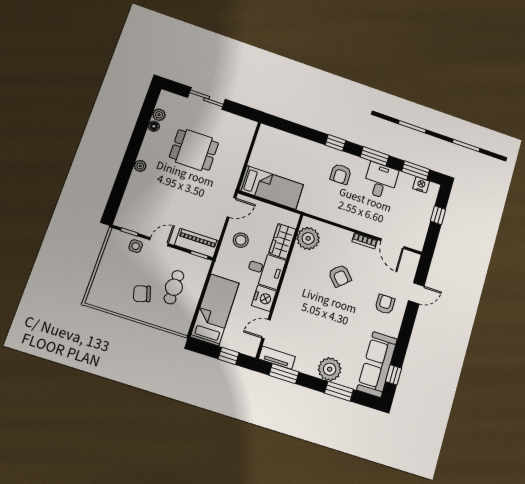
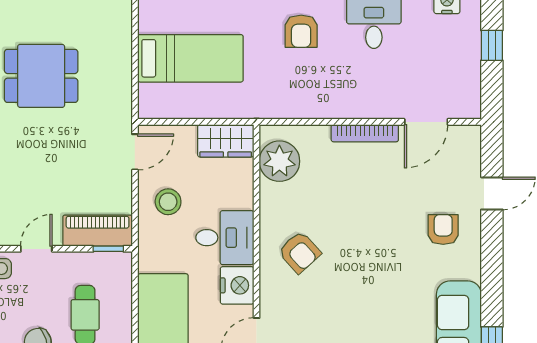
bed: (271, 188) -> (190, 58), moved
wardrobe: (282, 241) -> (226, 141), moved, turned -90
bookcase: (365, 241) -> (365, 133), width x1.56
door: (392, 244) -> (426, 122), hinge flipped
armchair: (340, 276) -> (299, 252), moved

